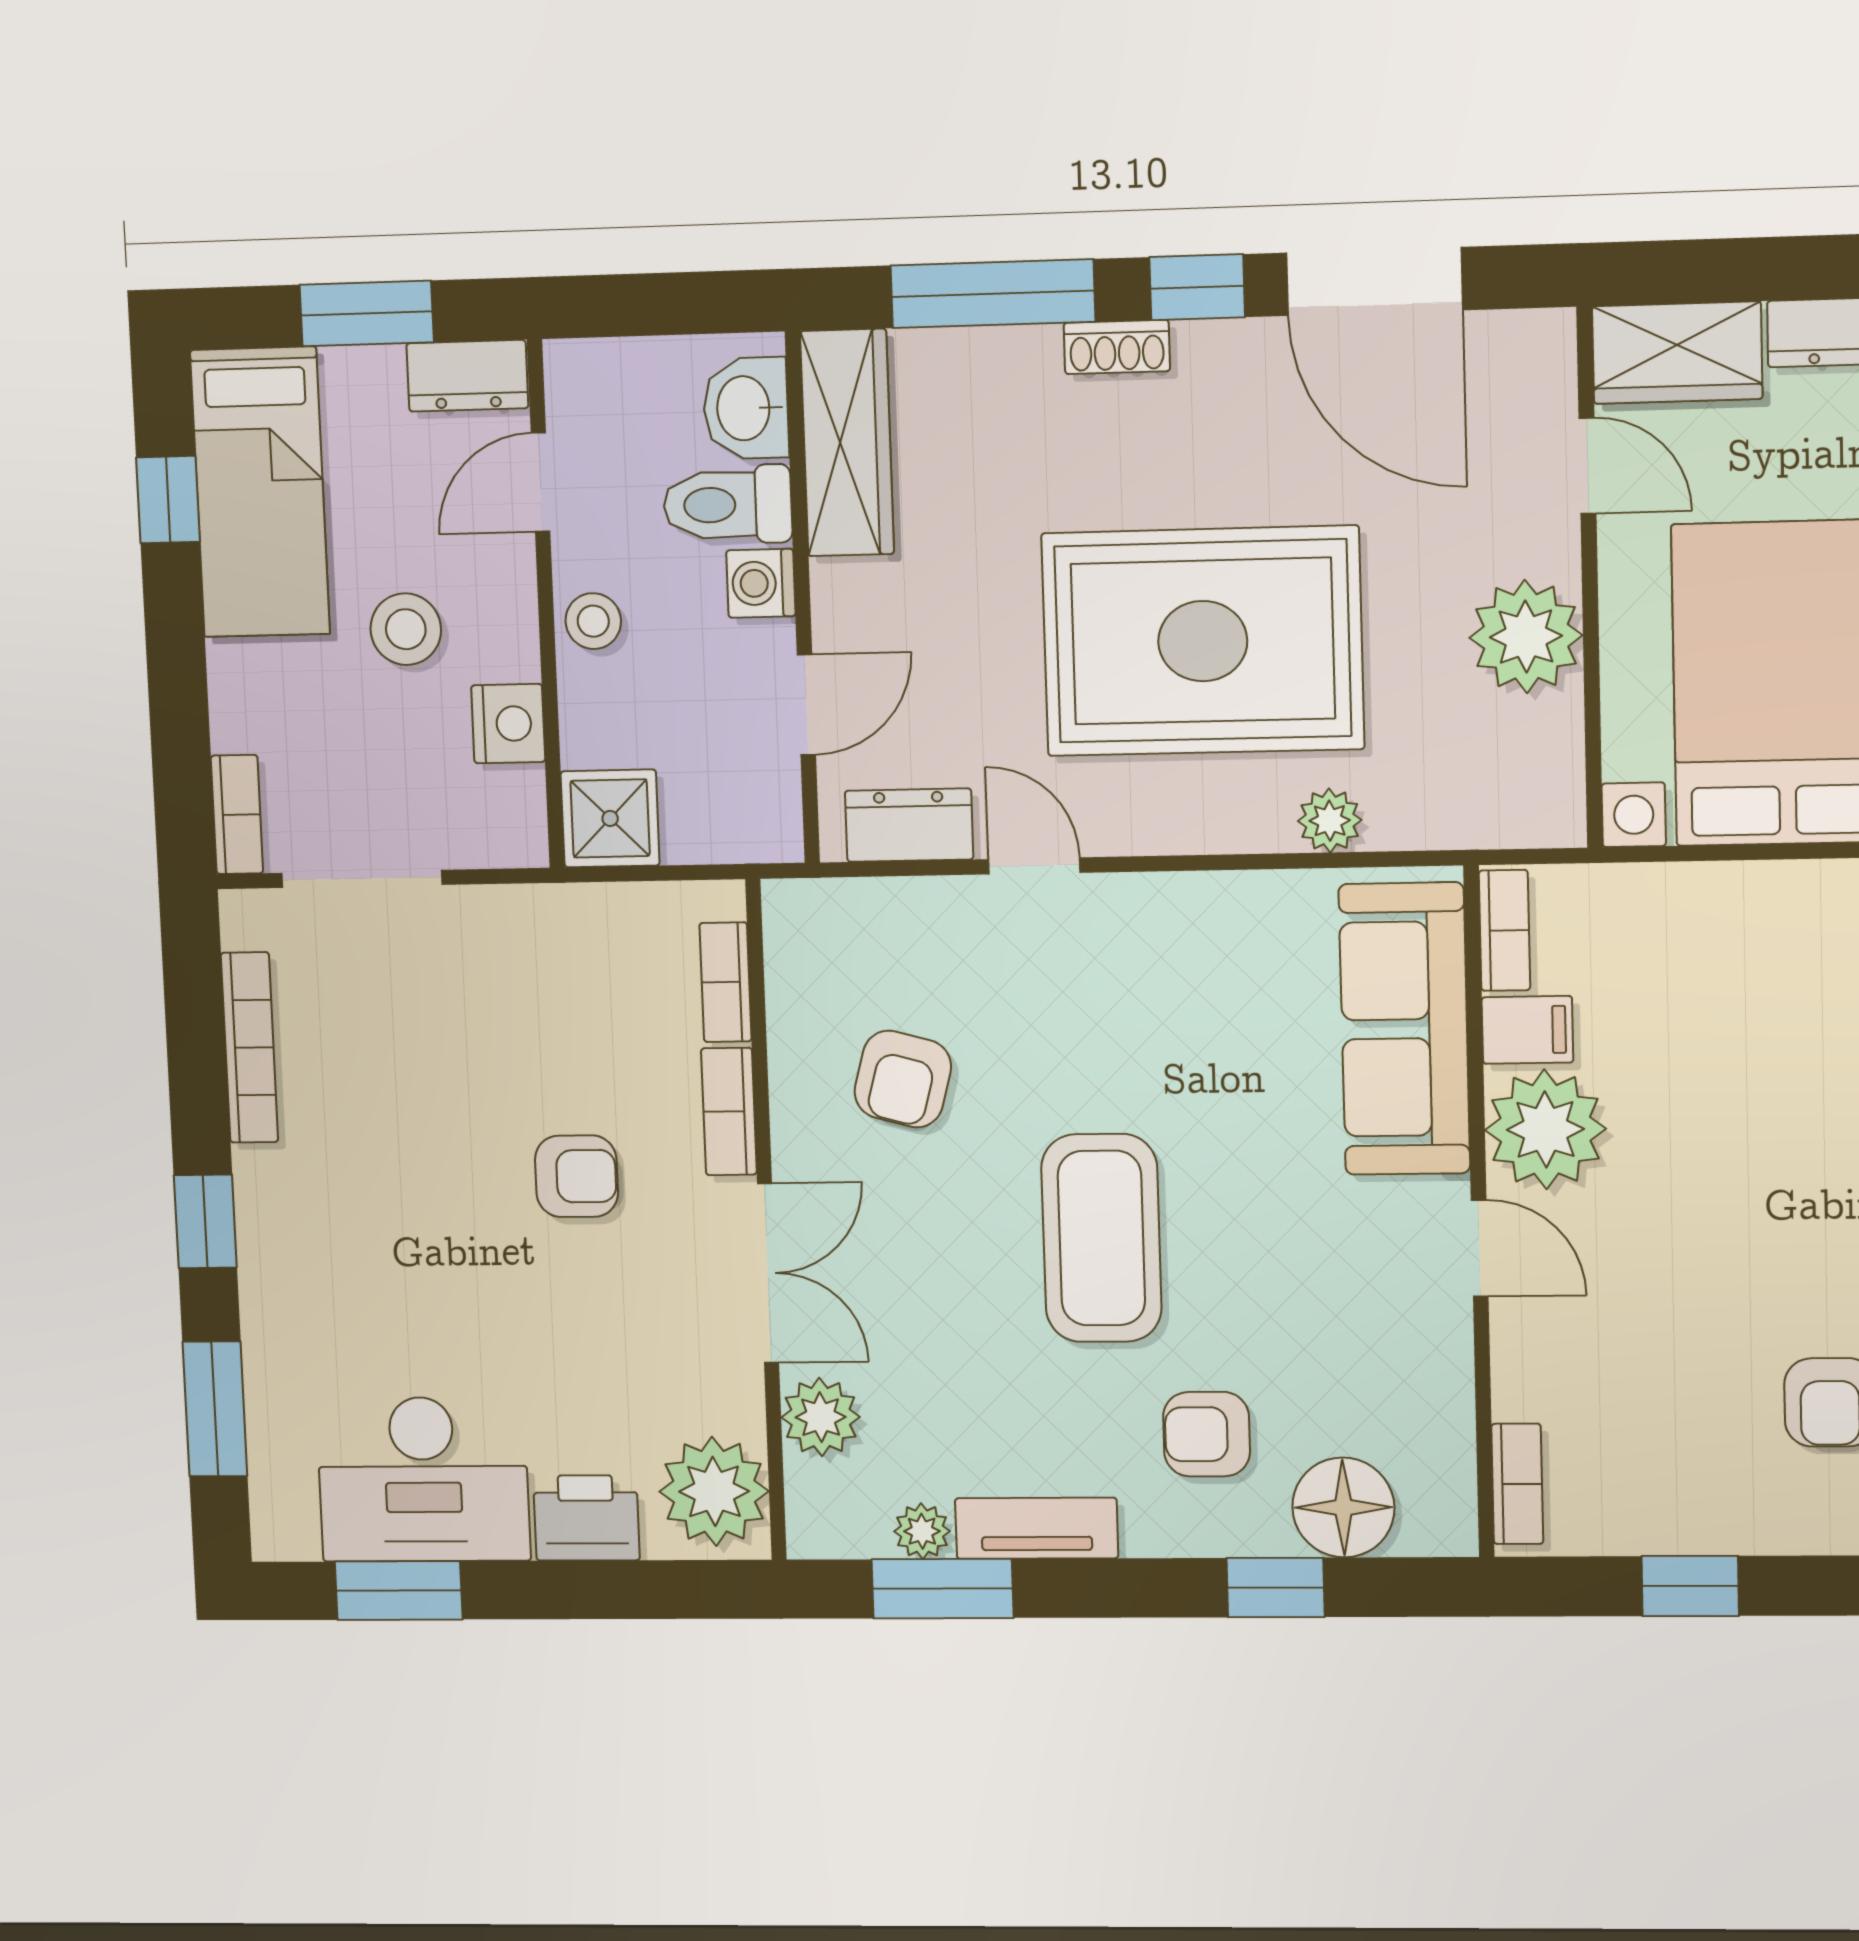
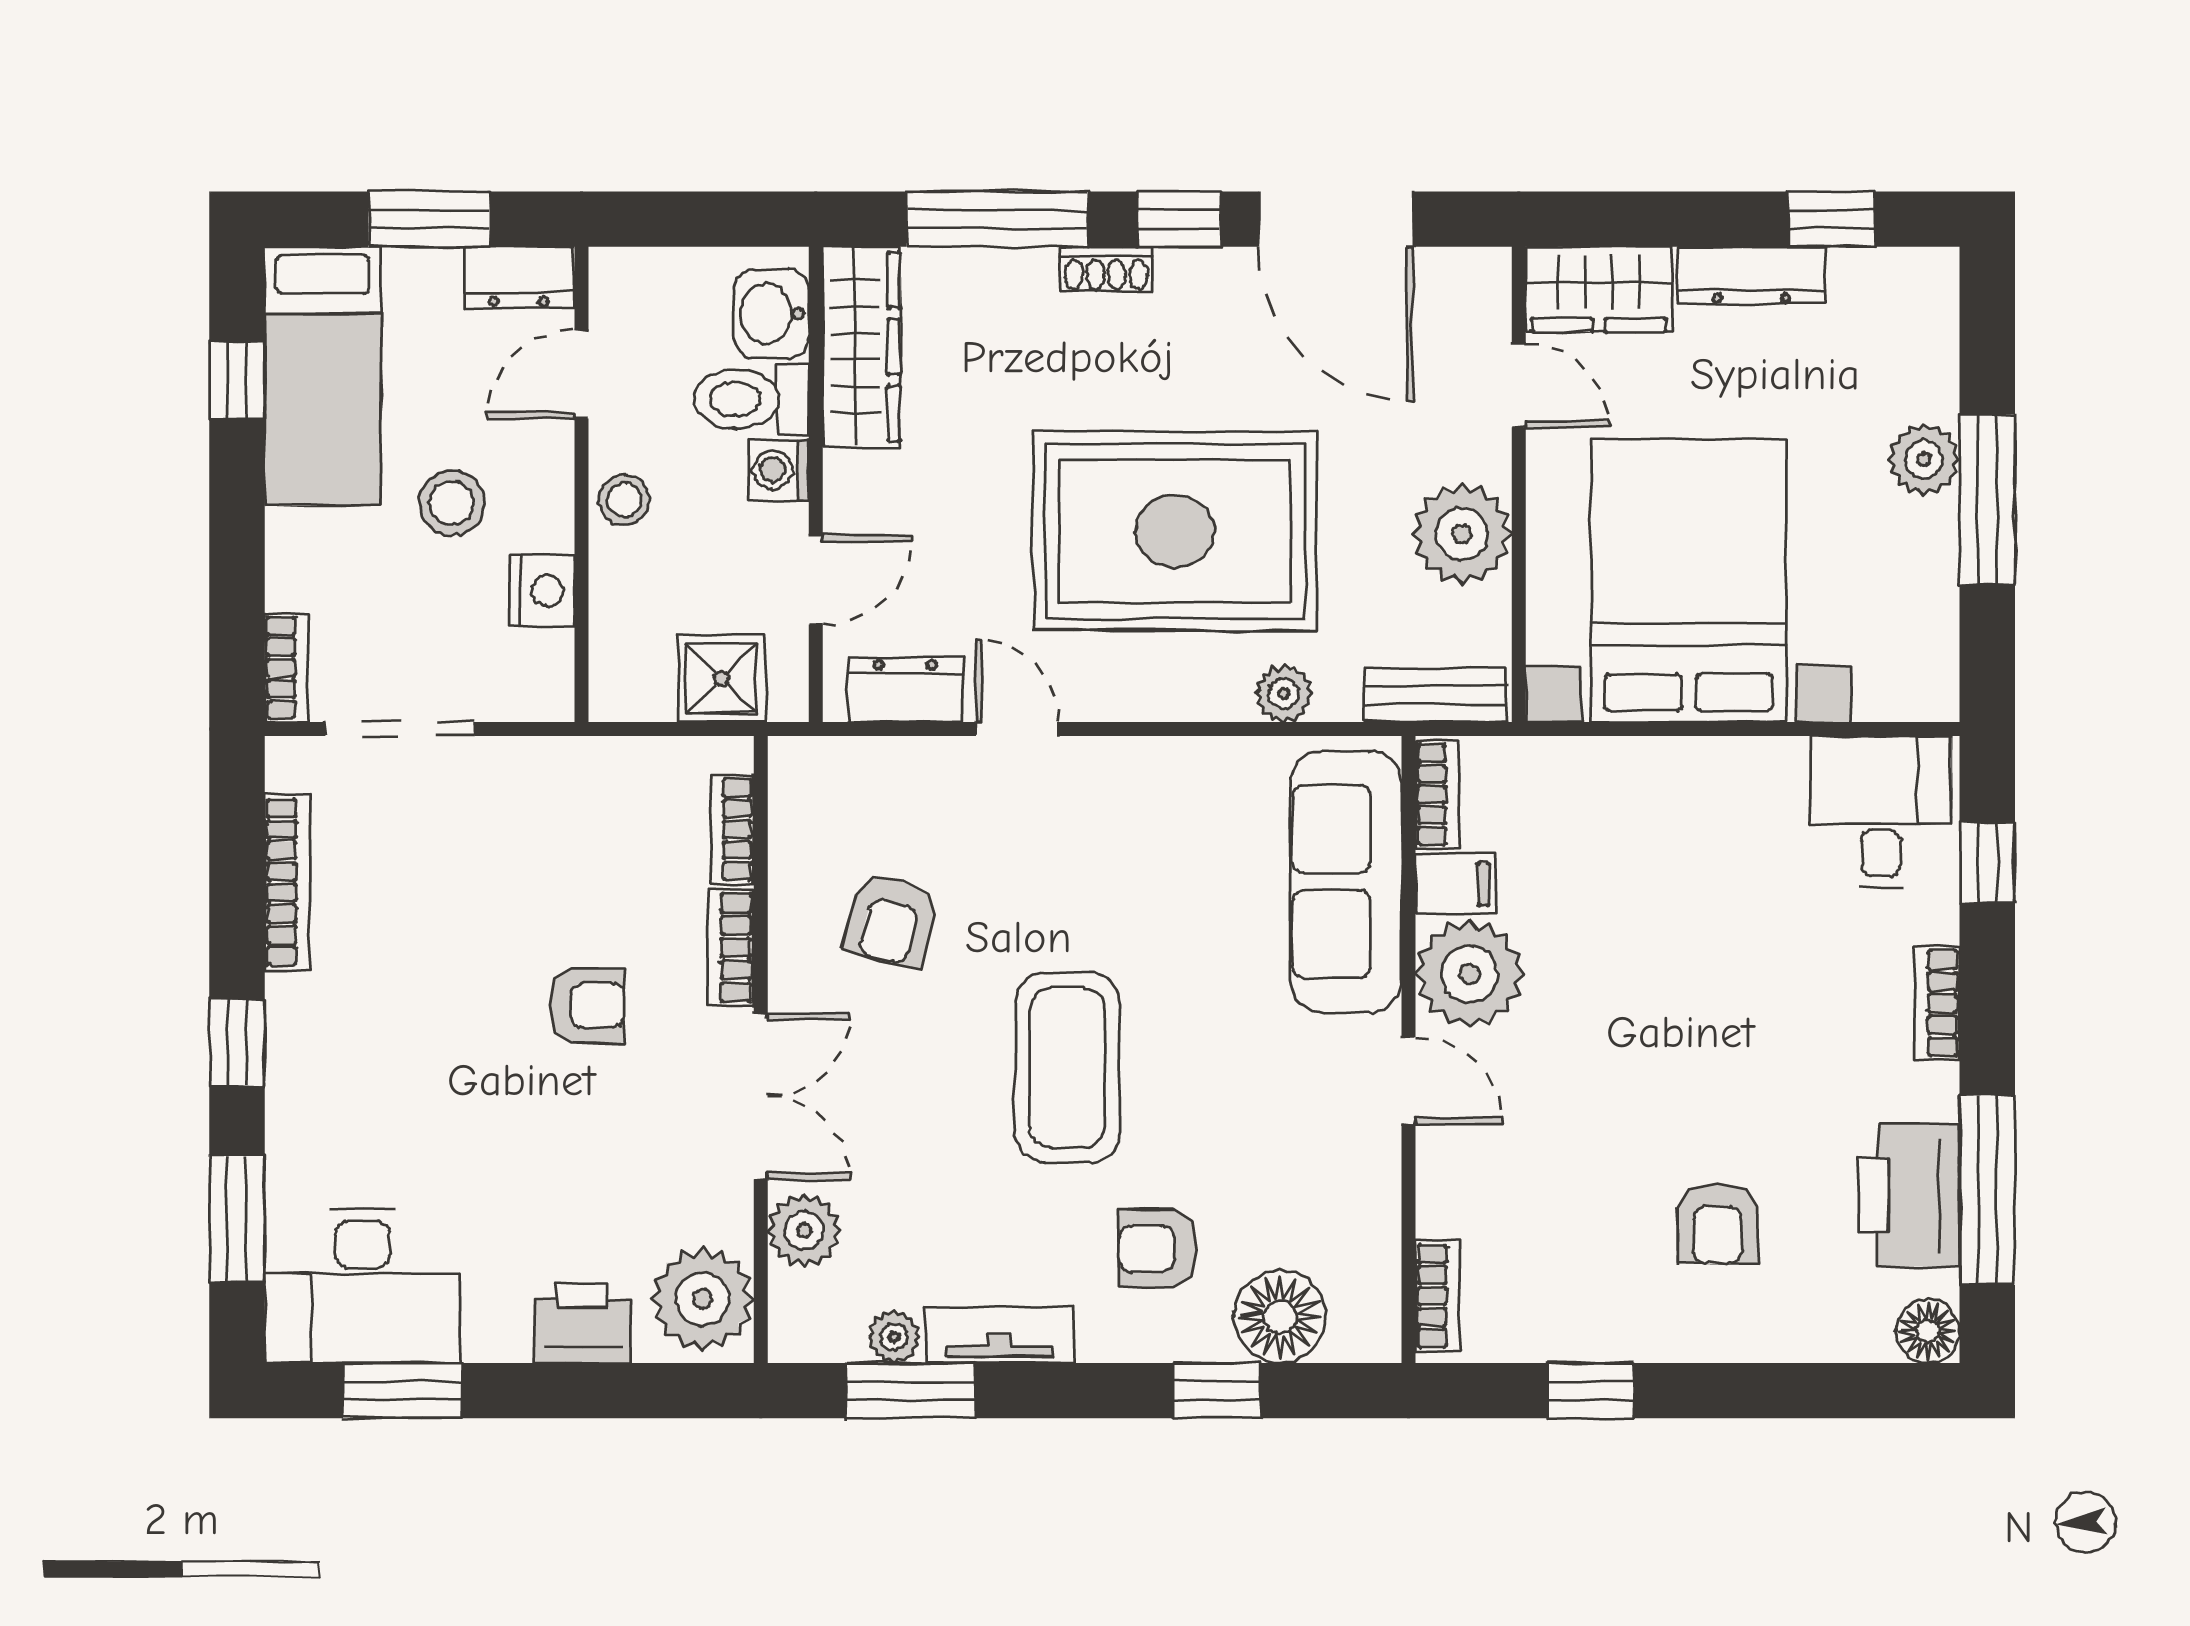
shower: (610, 818) -> (722, 678), moved
bench: (1500, 819) -> (1435, 695), added
desk: (423, 1479) -> (362, 1286), moved

